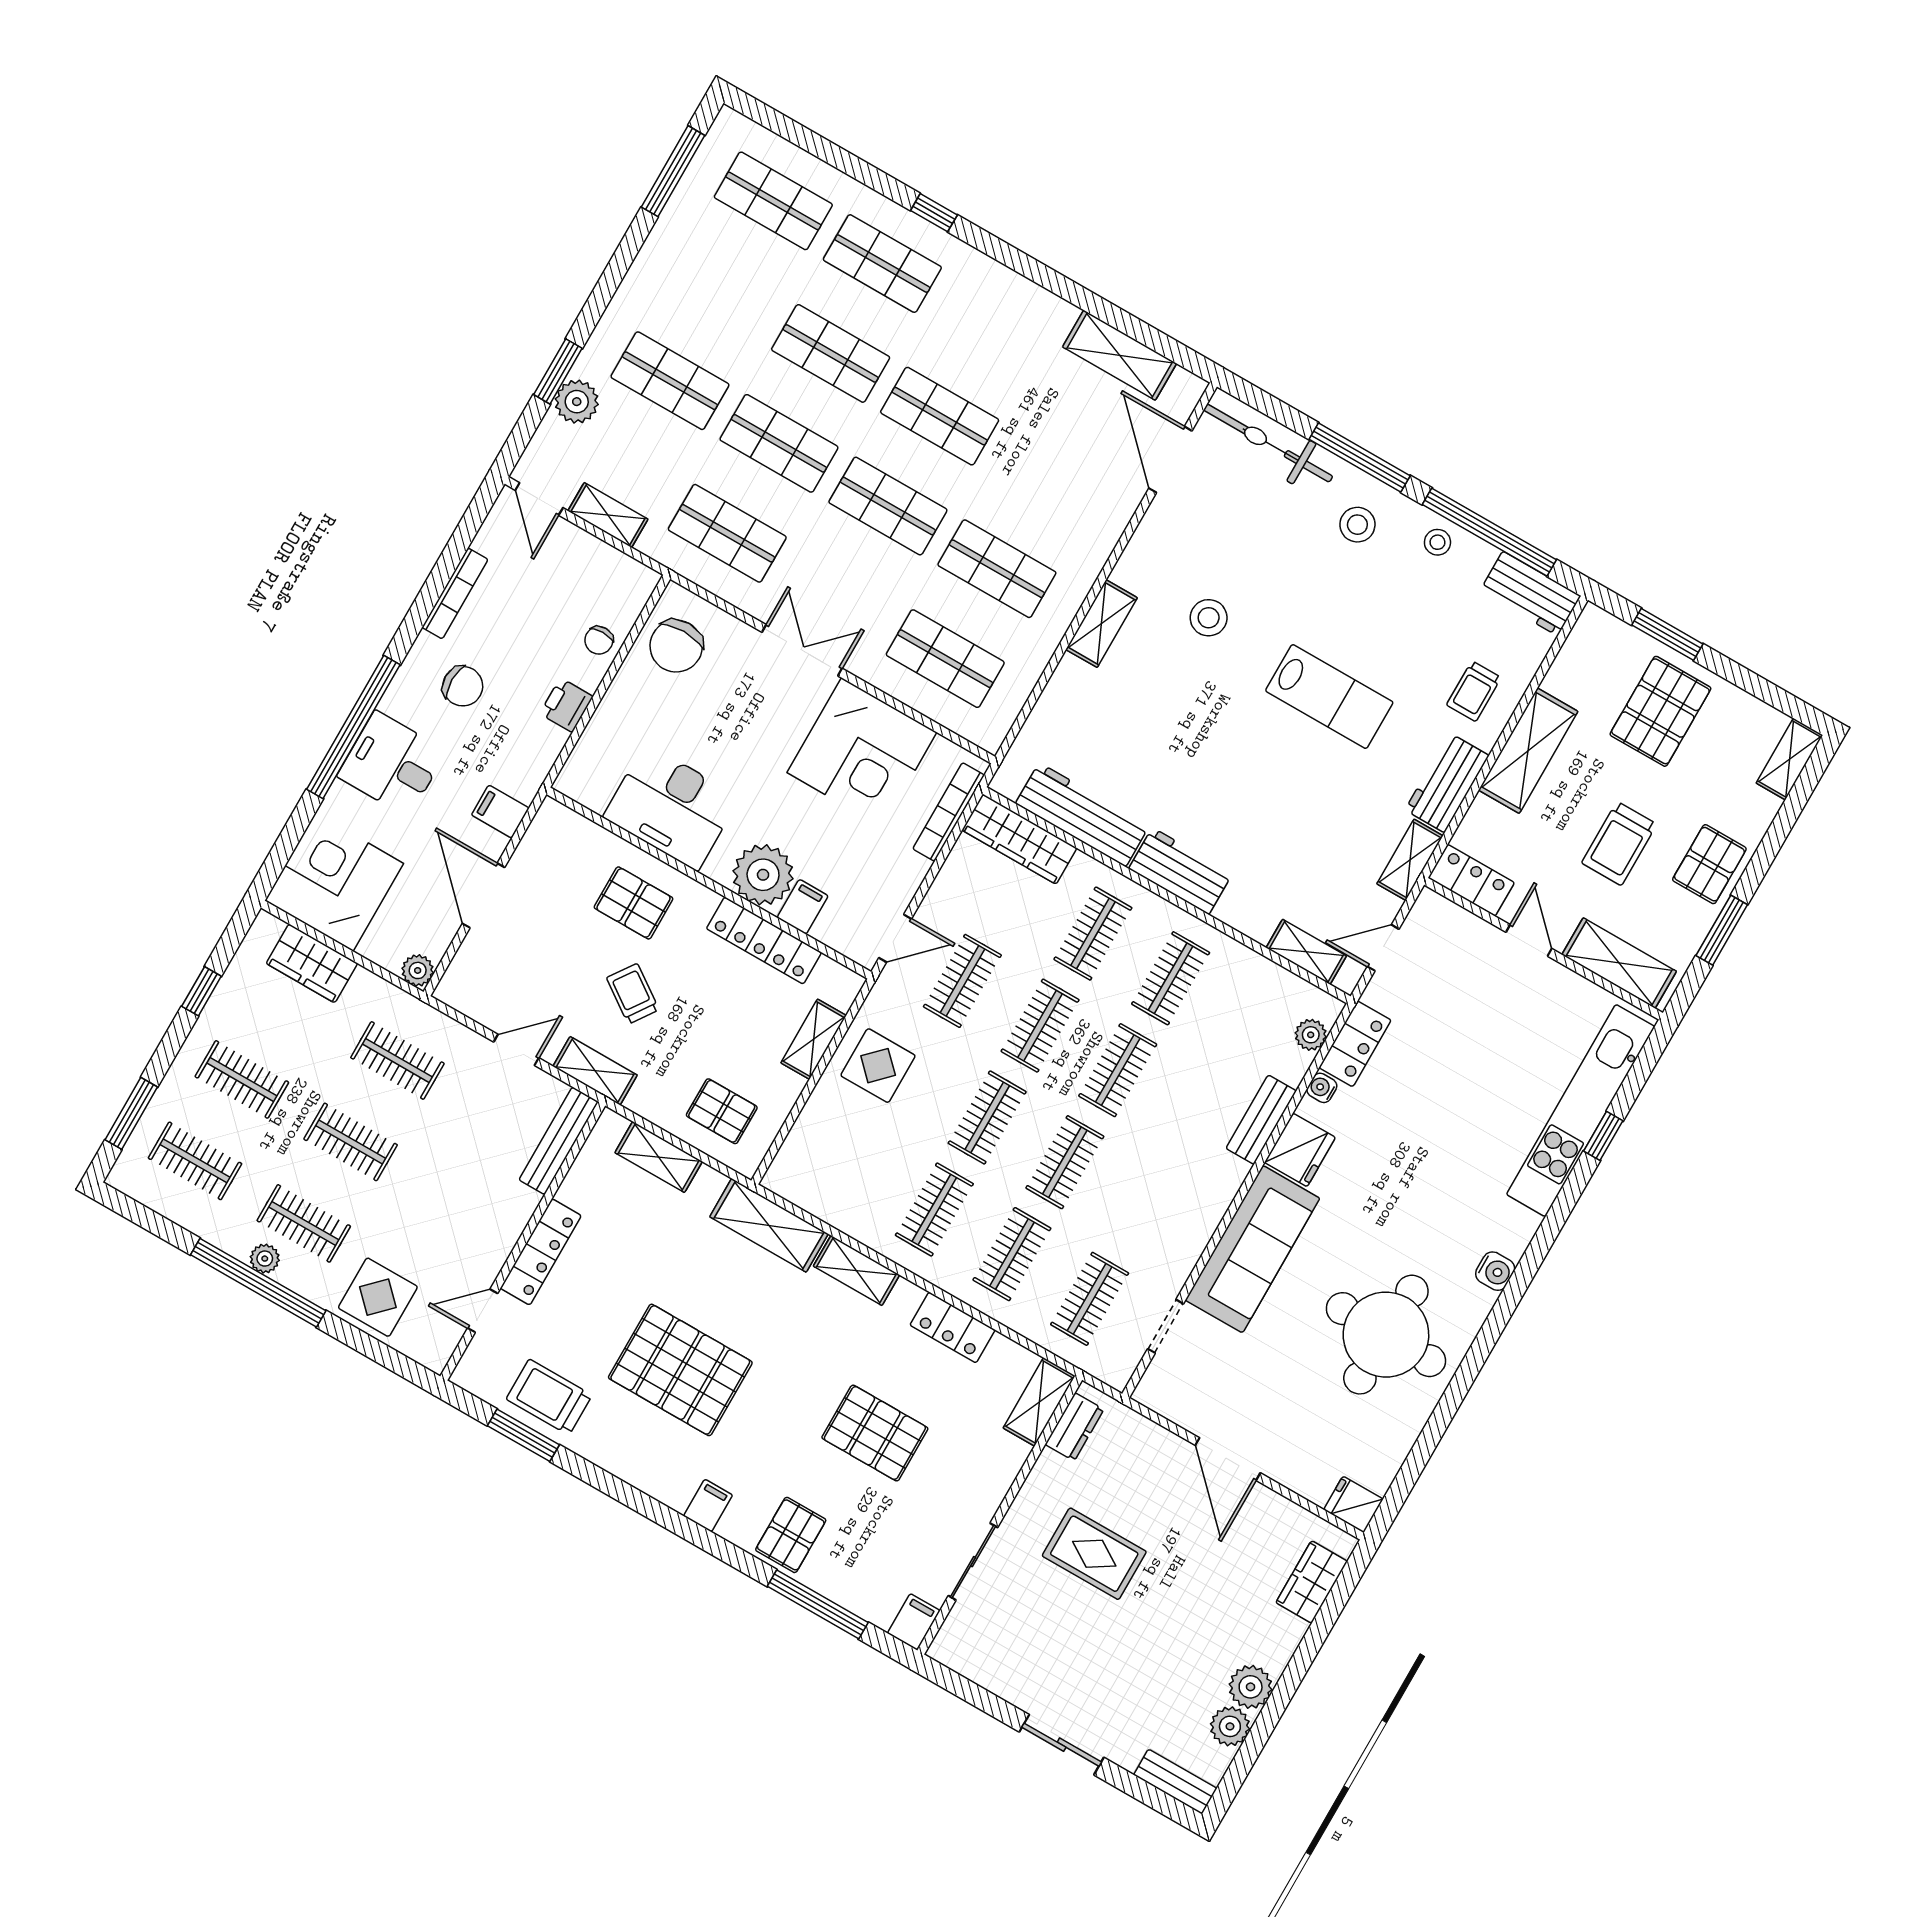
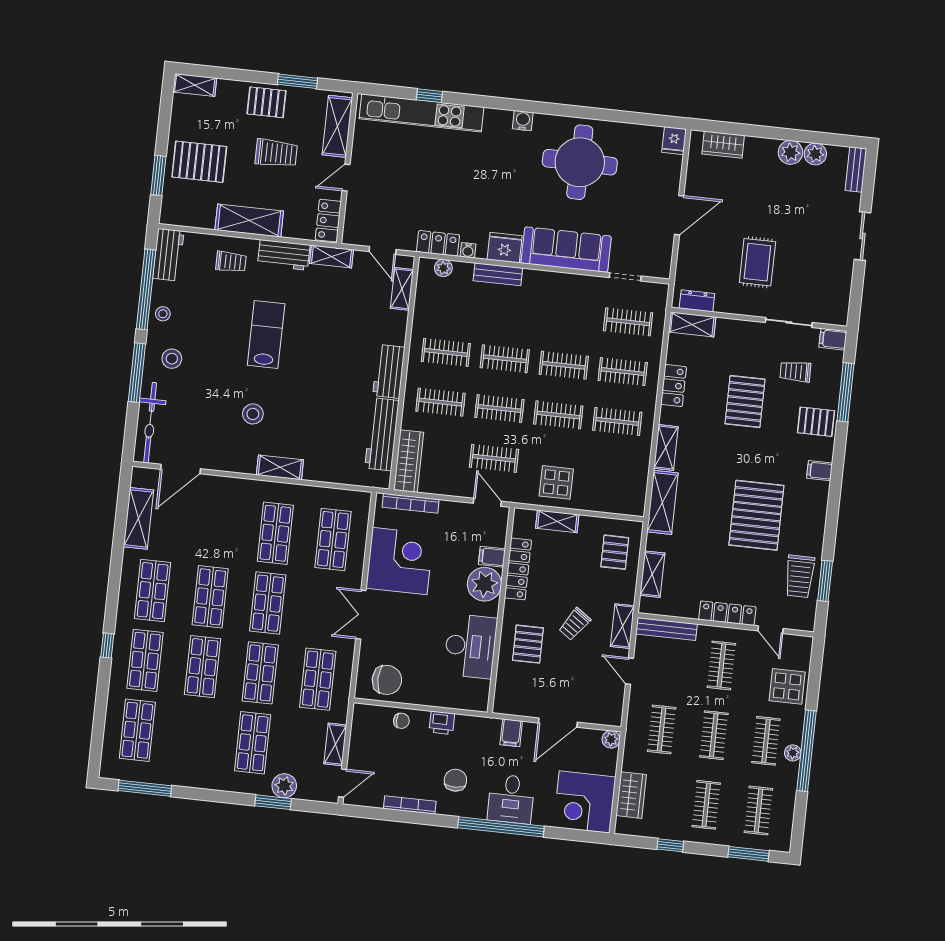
shop shelf: (991, 326) -> (153, 591), added
clothes rail: (459, 1204) -> (721, 665), added
trolley: (888, 1537) -> (795, 372), added

